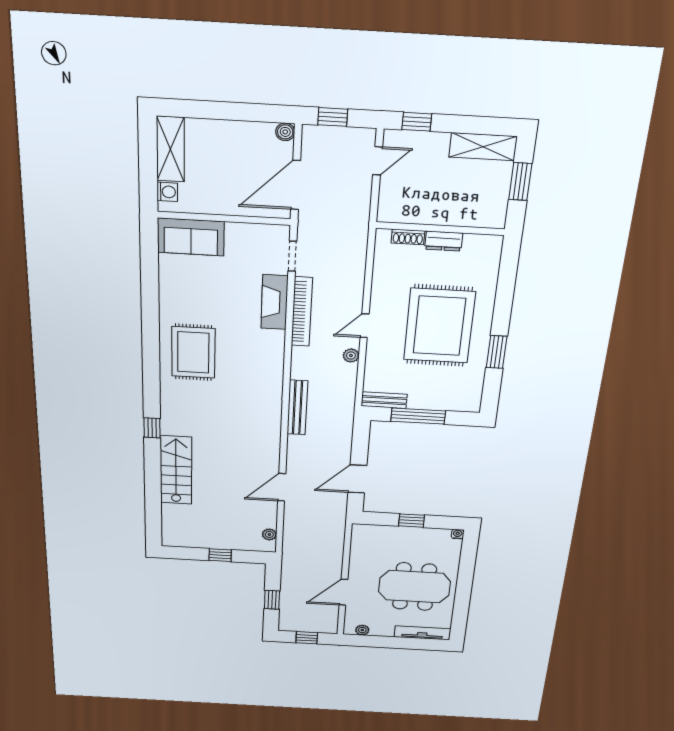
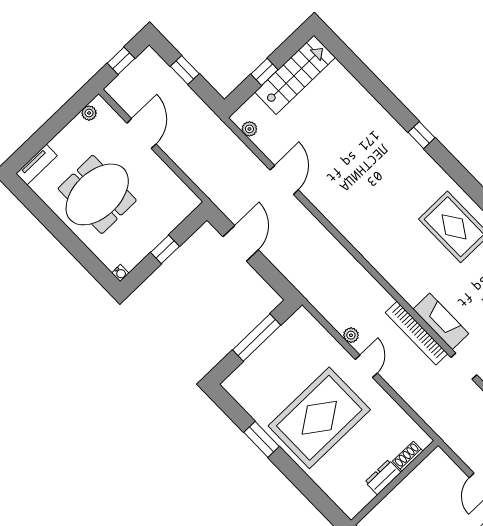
rug: (439, 326) -> (319, 418), turned 90
bench: (384, 400) -> (292, 325), removed
bench: (297, 408) -> (343, 257), removed
stairs: (176, 470) -> (295, 75), moved, turned -90
tv unit: (422, 633) -> (37, 165), width x0.71

